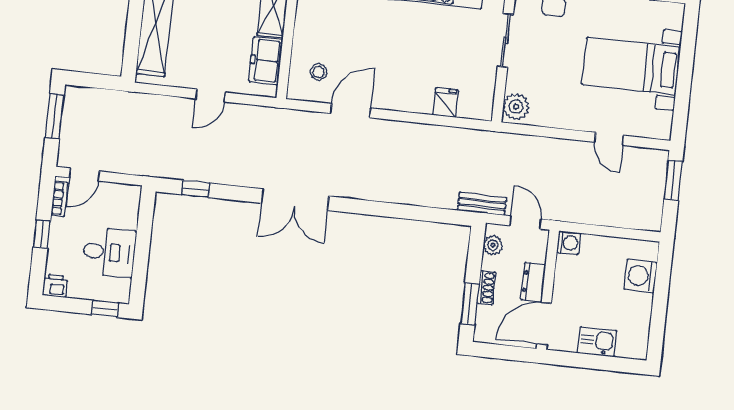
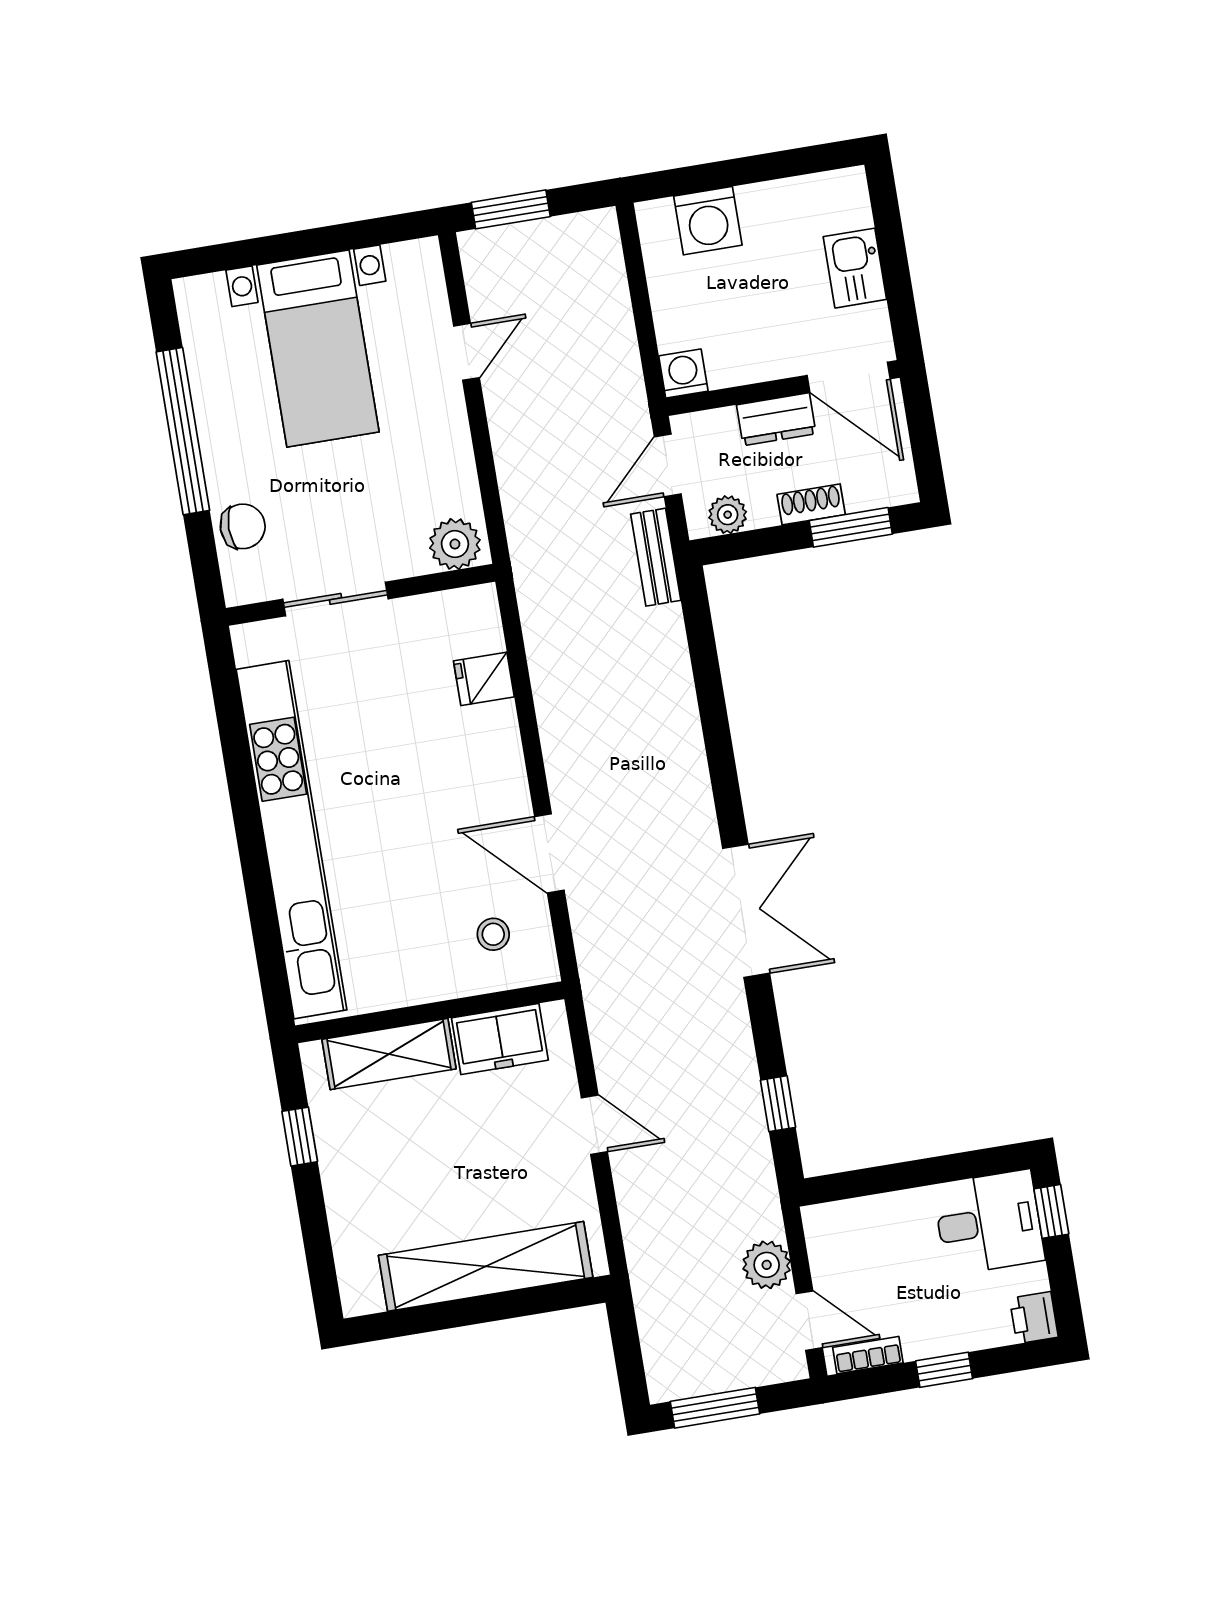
plant: (118, 161) -> (767, 1265), added
desk: (109, 252) -> (989, 1222), moved, turned 90

